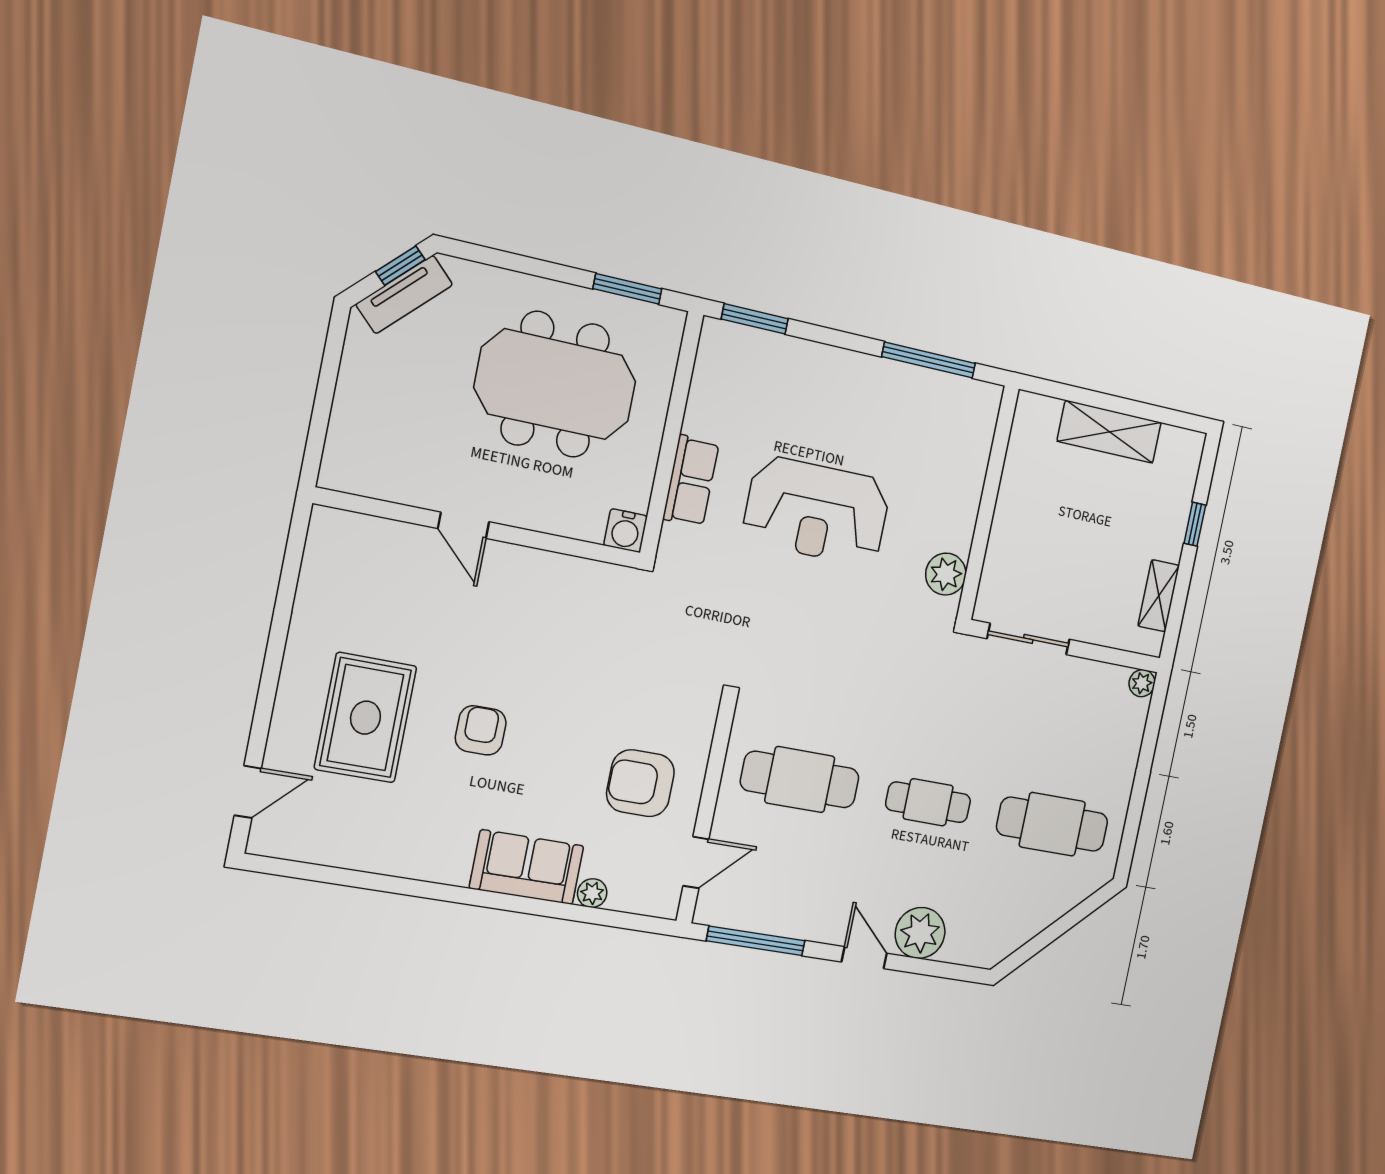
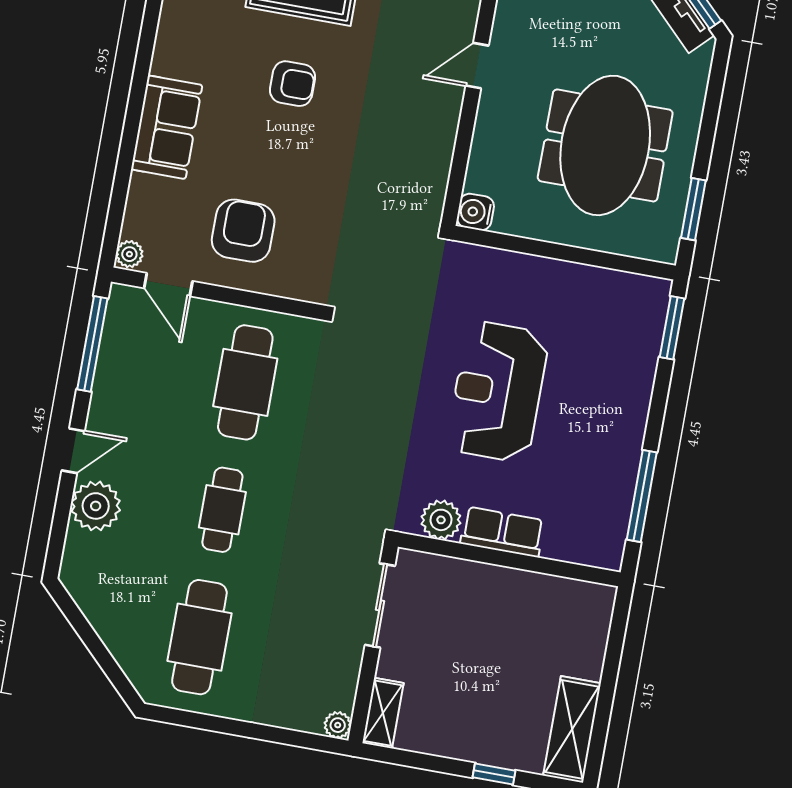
shelving: (1109, 432) -> (572, 729), moved
row of seats: (691, 481) -> (502, 532), moved, turned 180
shelving: (1159, 596) -> (383, 713), moved, turned 90
plant: (592, 893) -> (129, 254), moved

